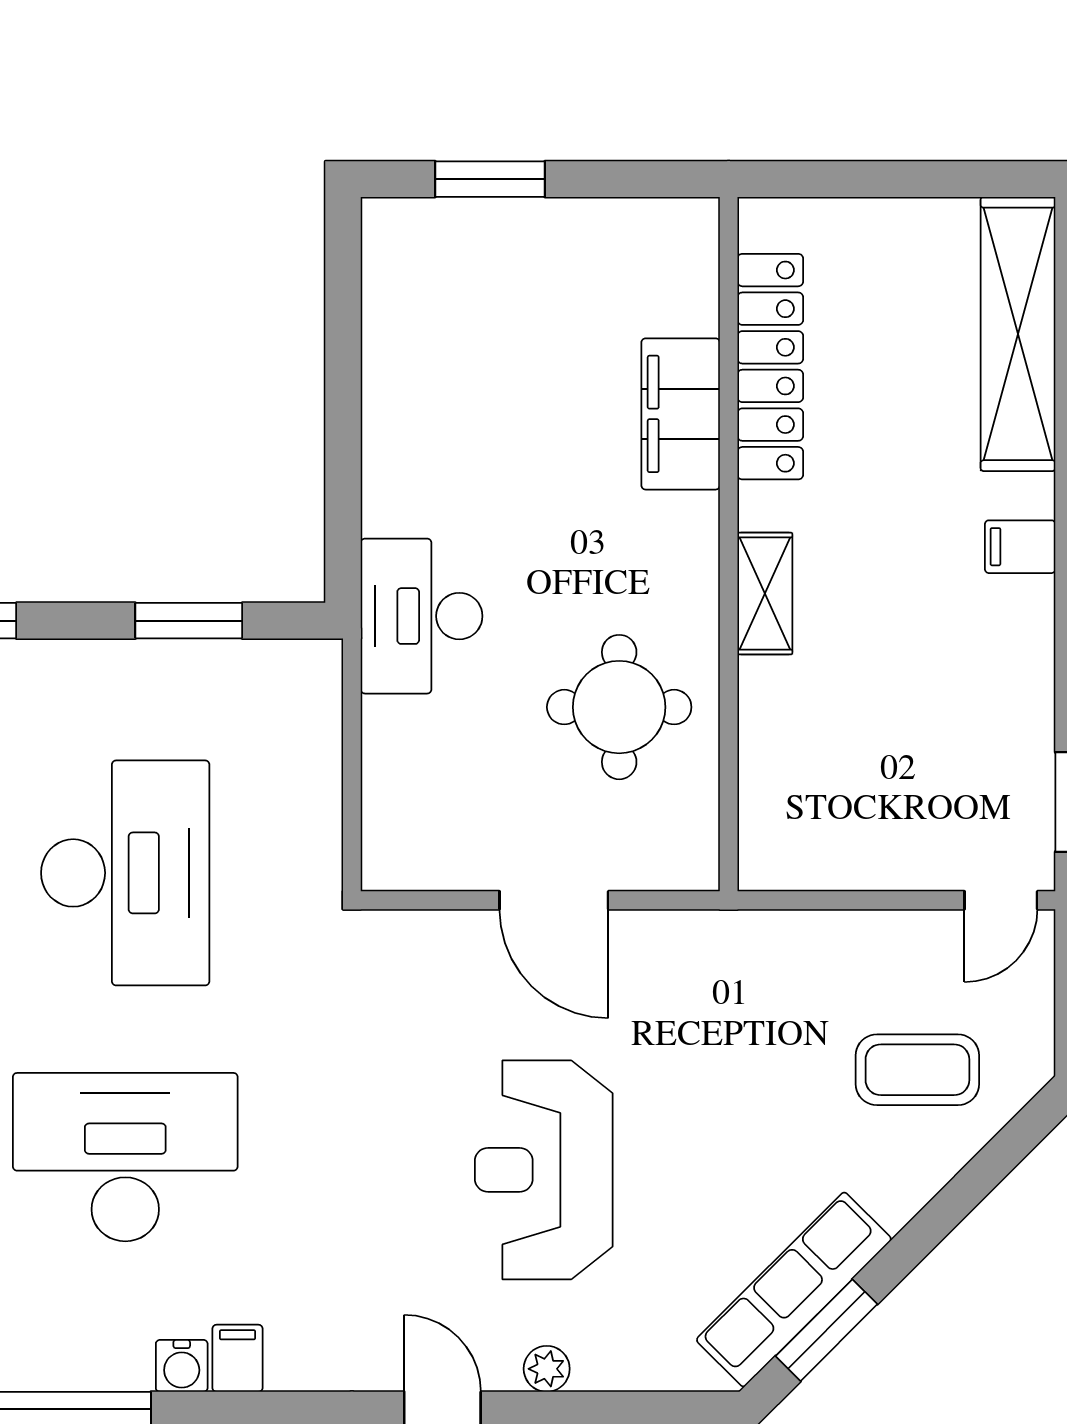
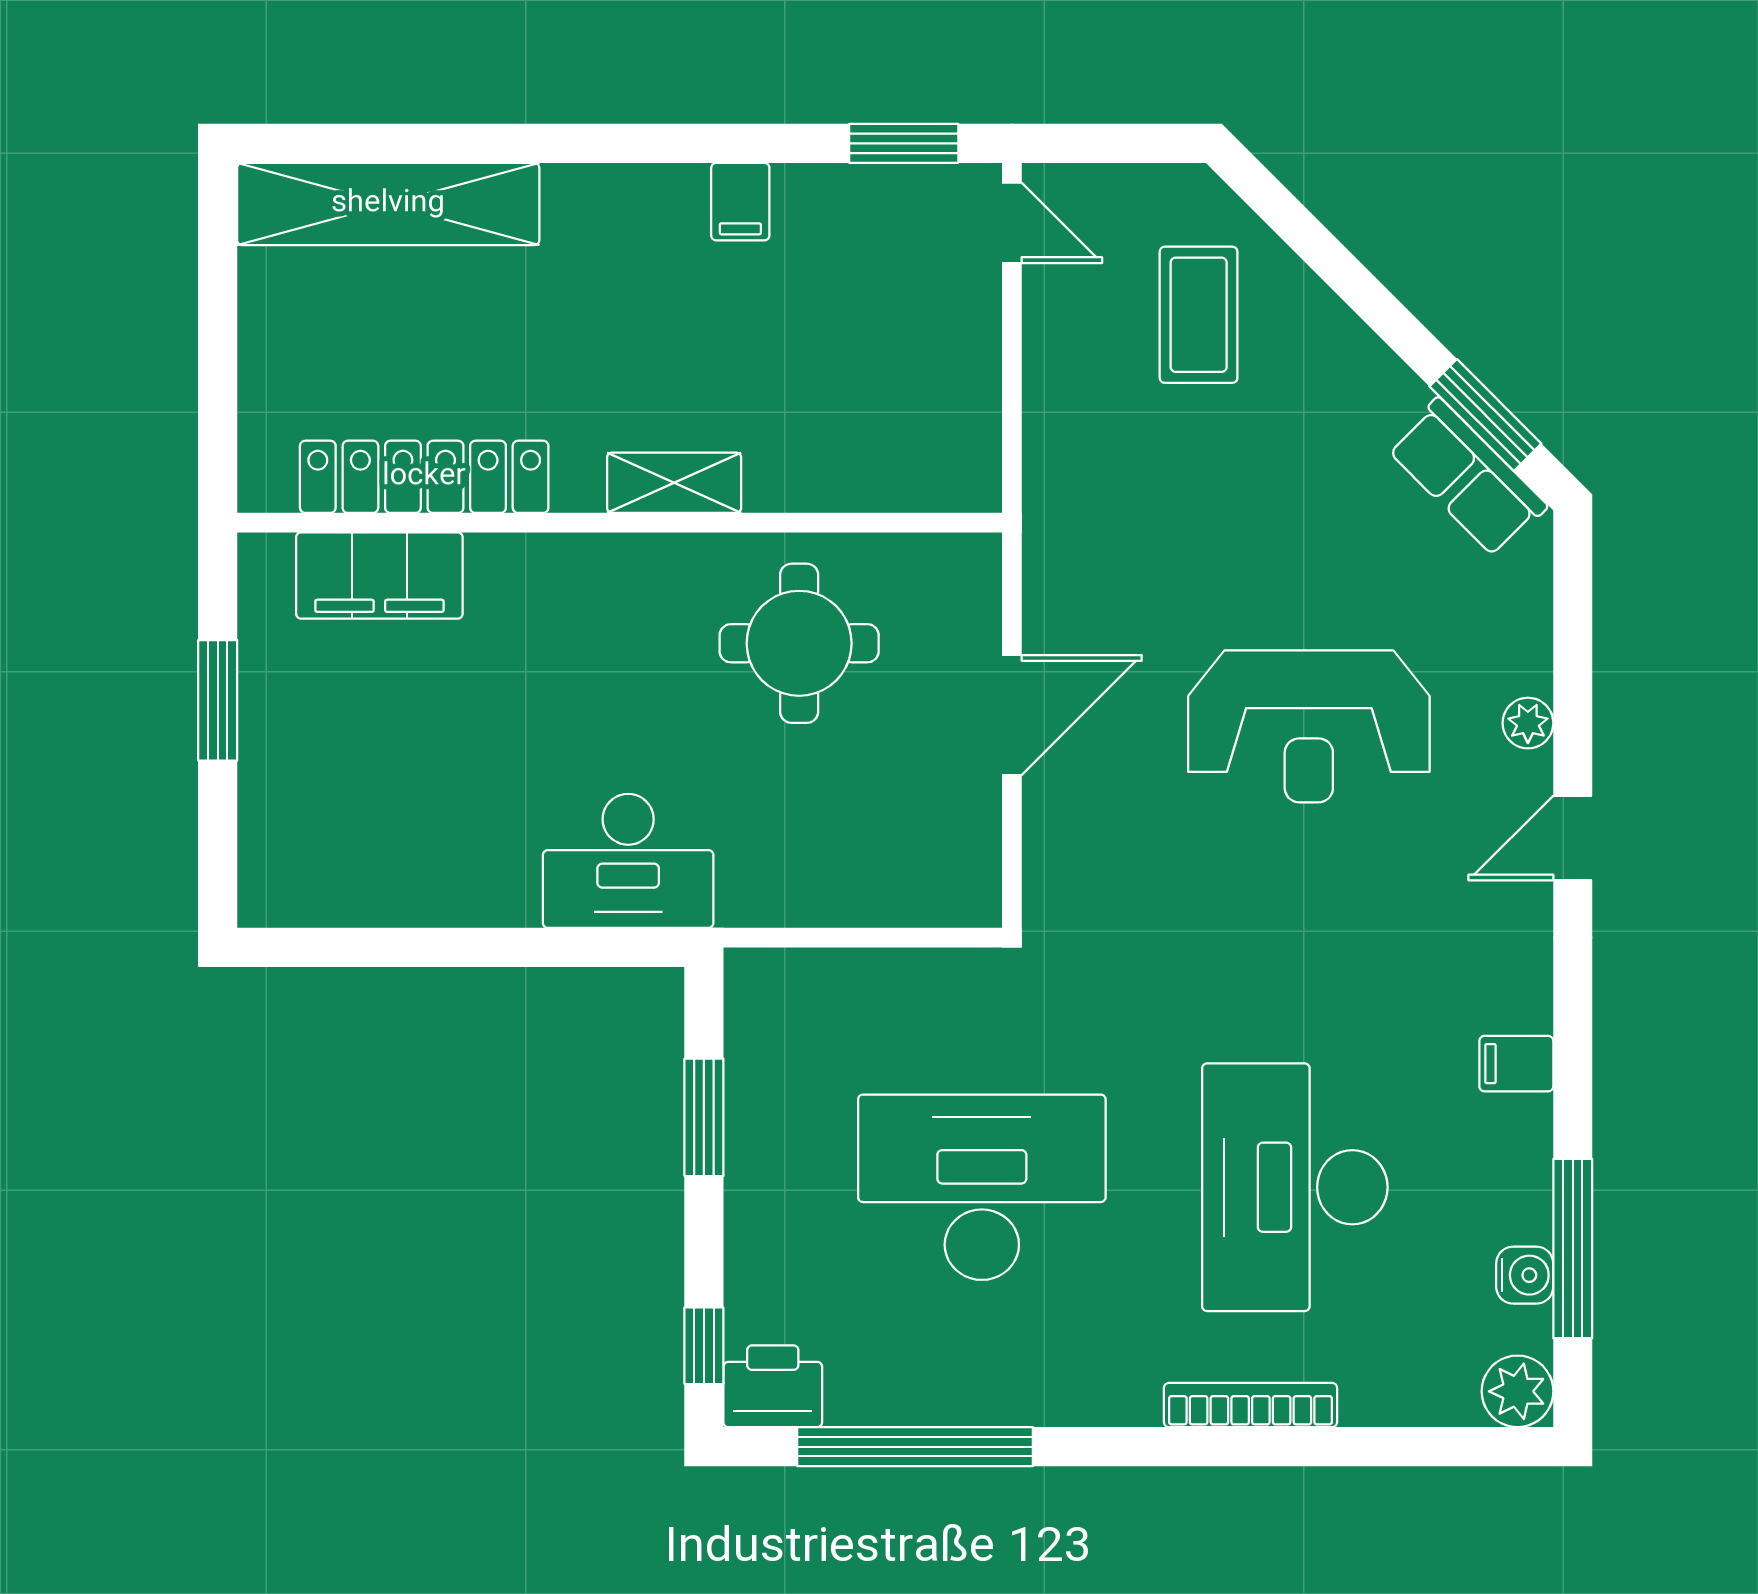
window: (490, 179) -> (218, 700), moved
filing cabinet: (681, 414) -> (379, 576), moved
filing cabinet: (1020, 547) -> (740, 202), moved
desk: (422, 616) -> (628, 861), moved
row of seats: (794, 1290) -> (1467, 477), width x0.68
water cooler: (182, 1366) -> (1525, 1275), moved

